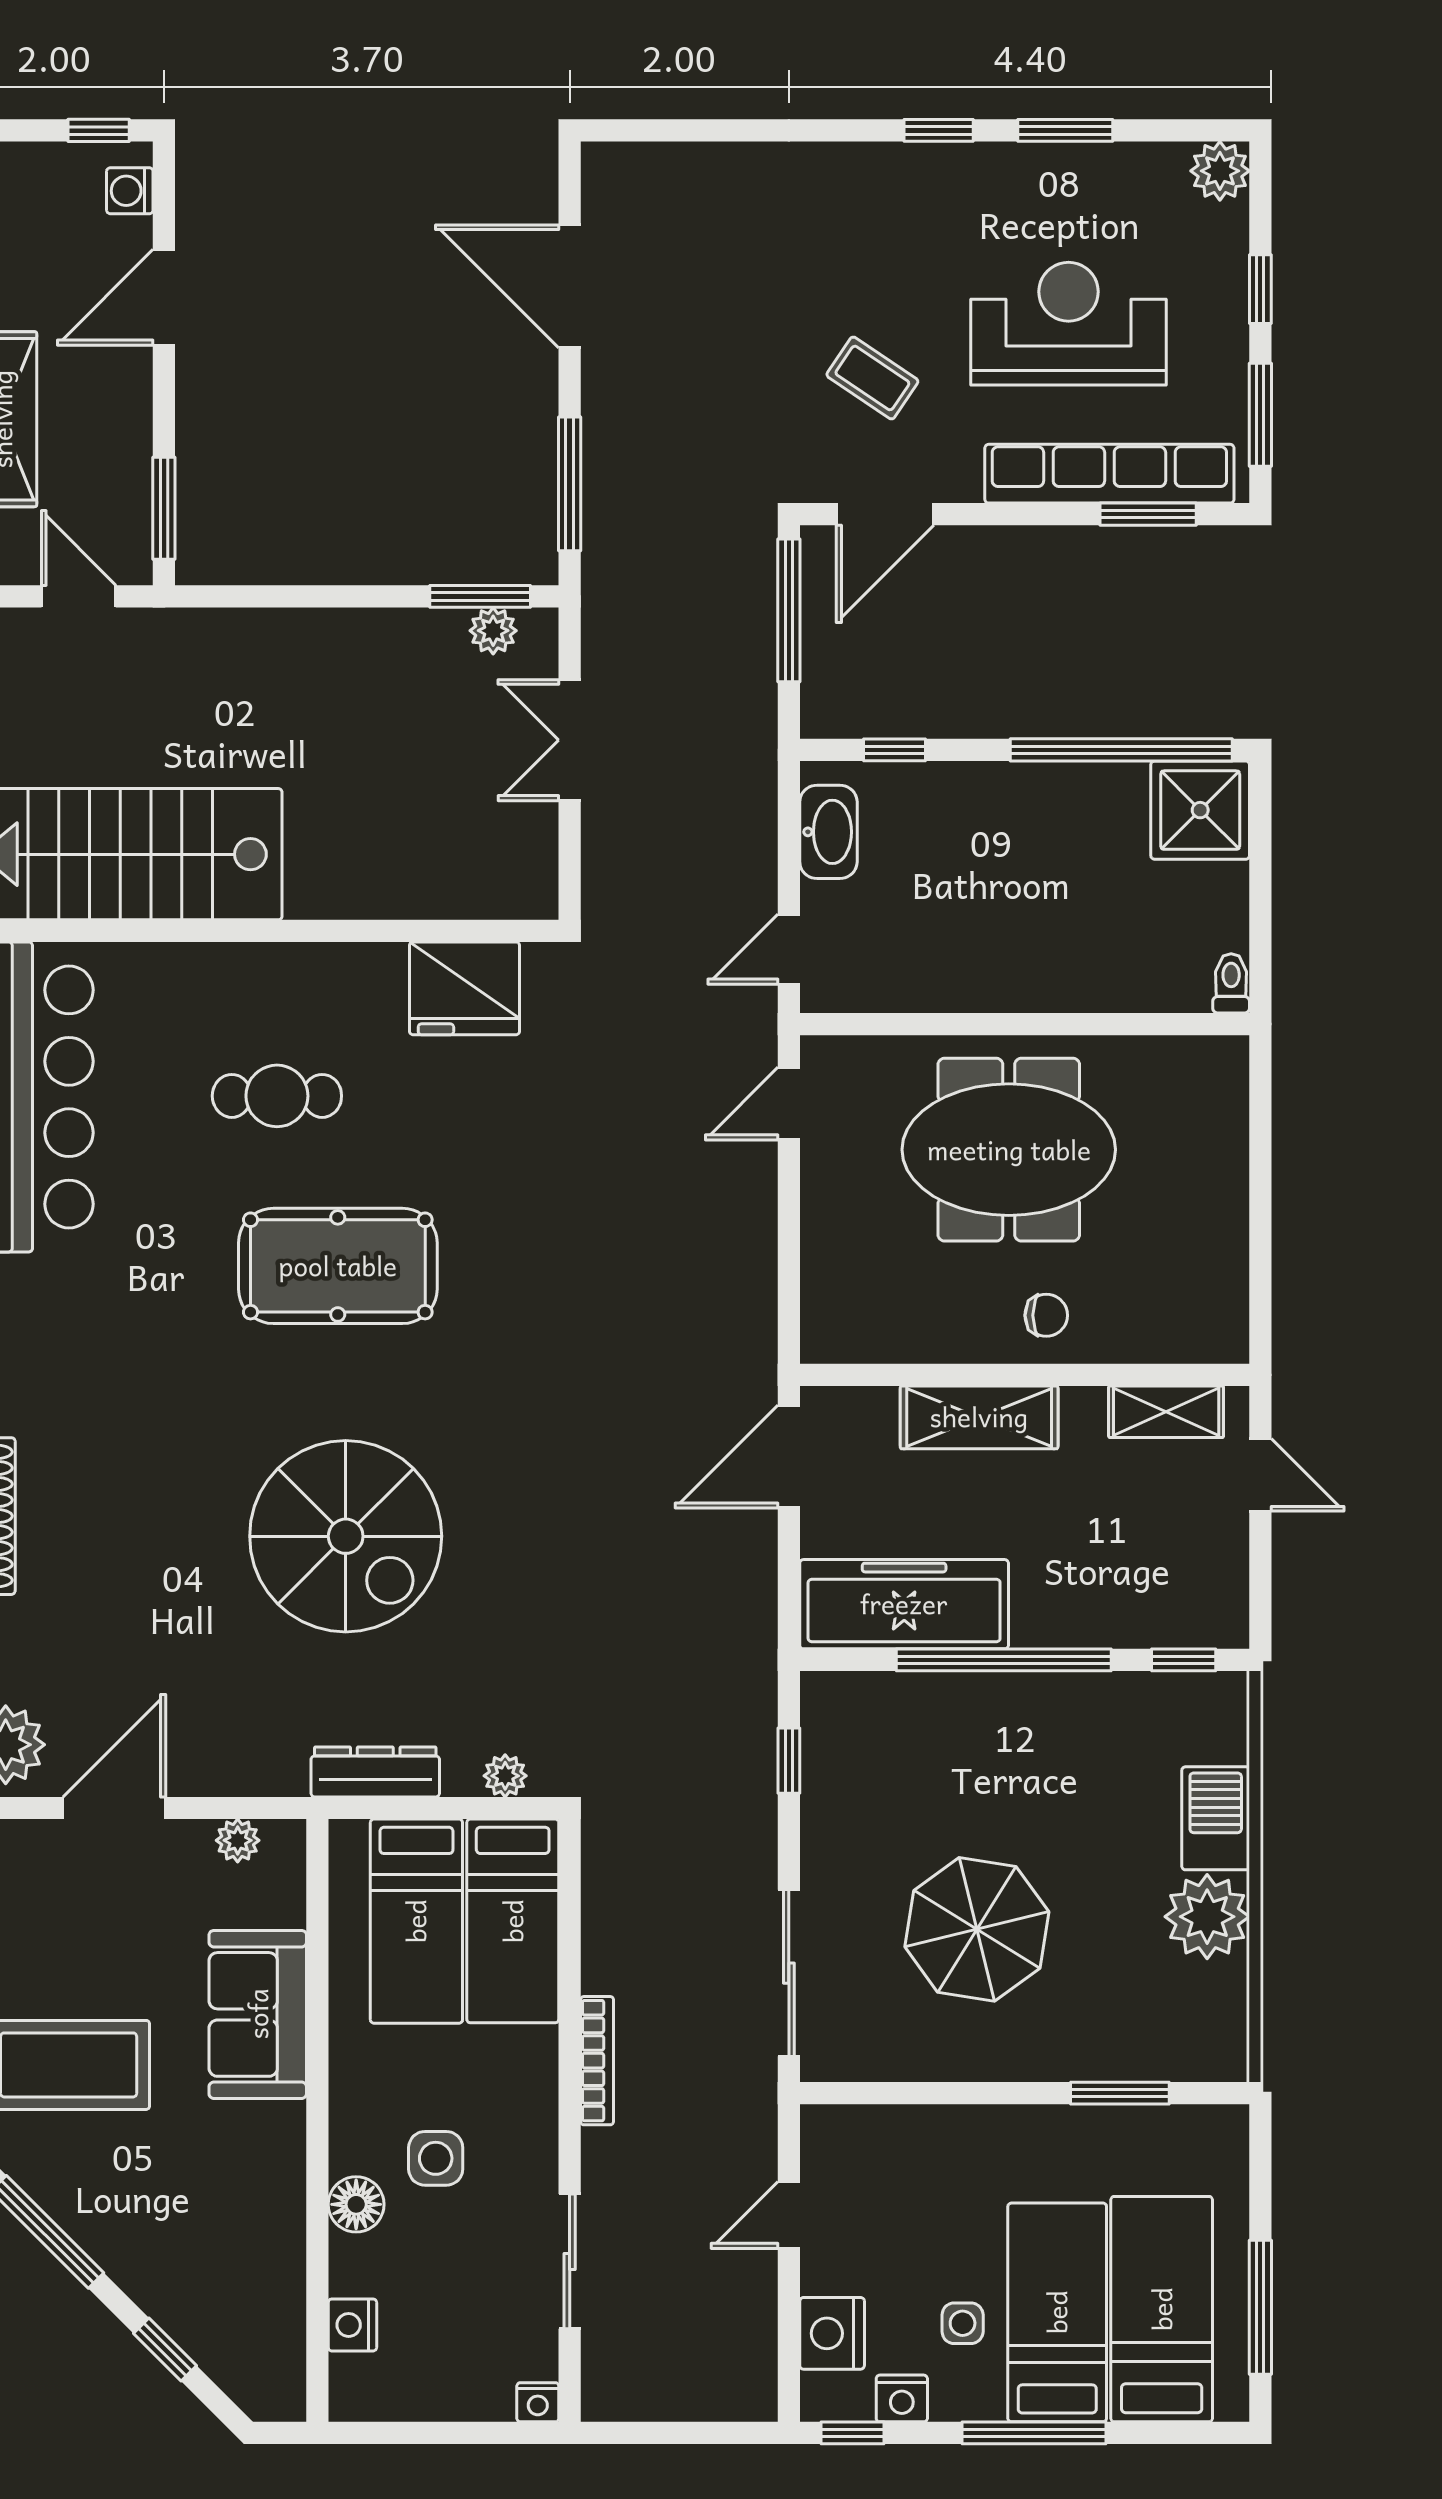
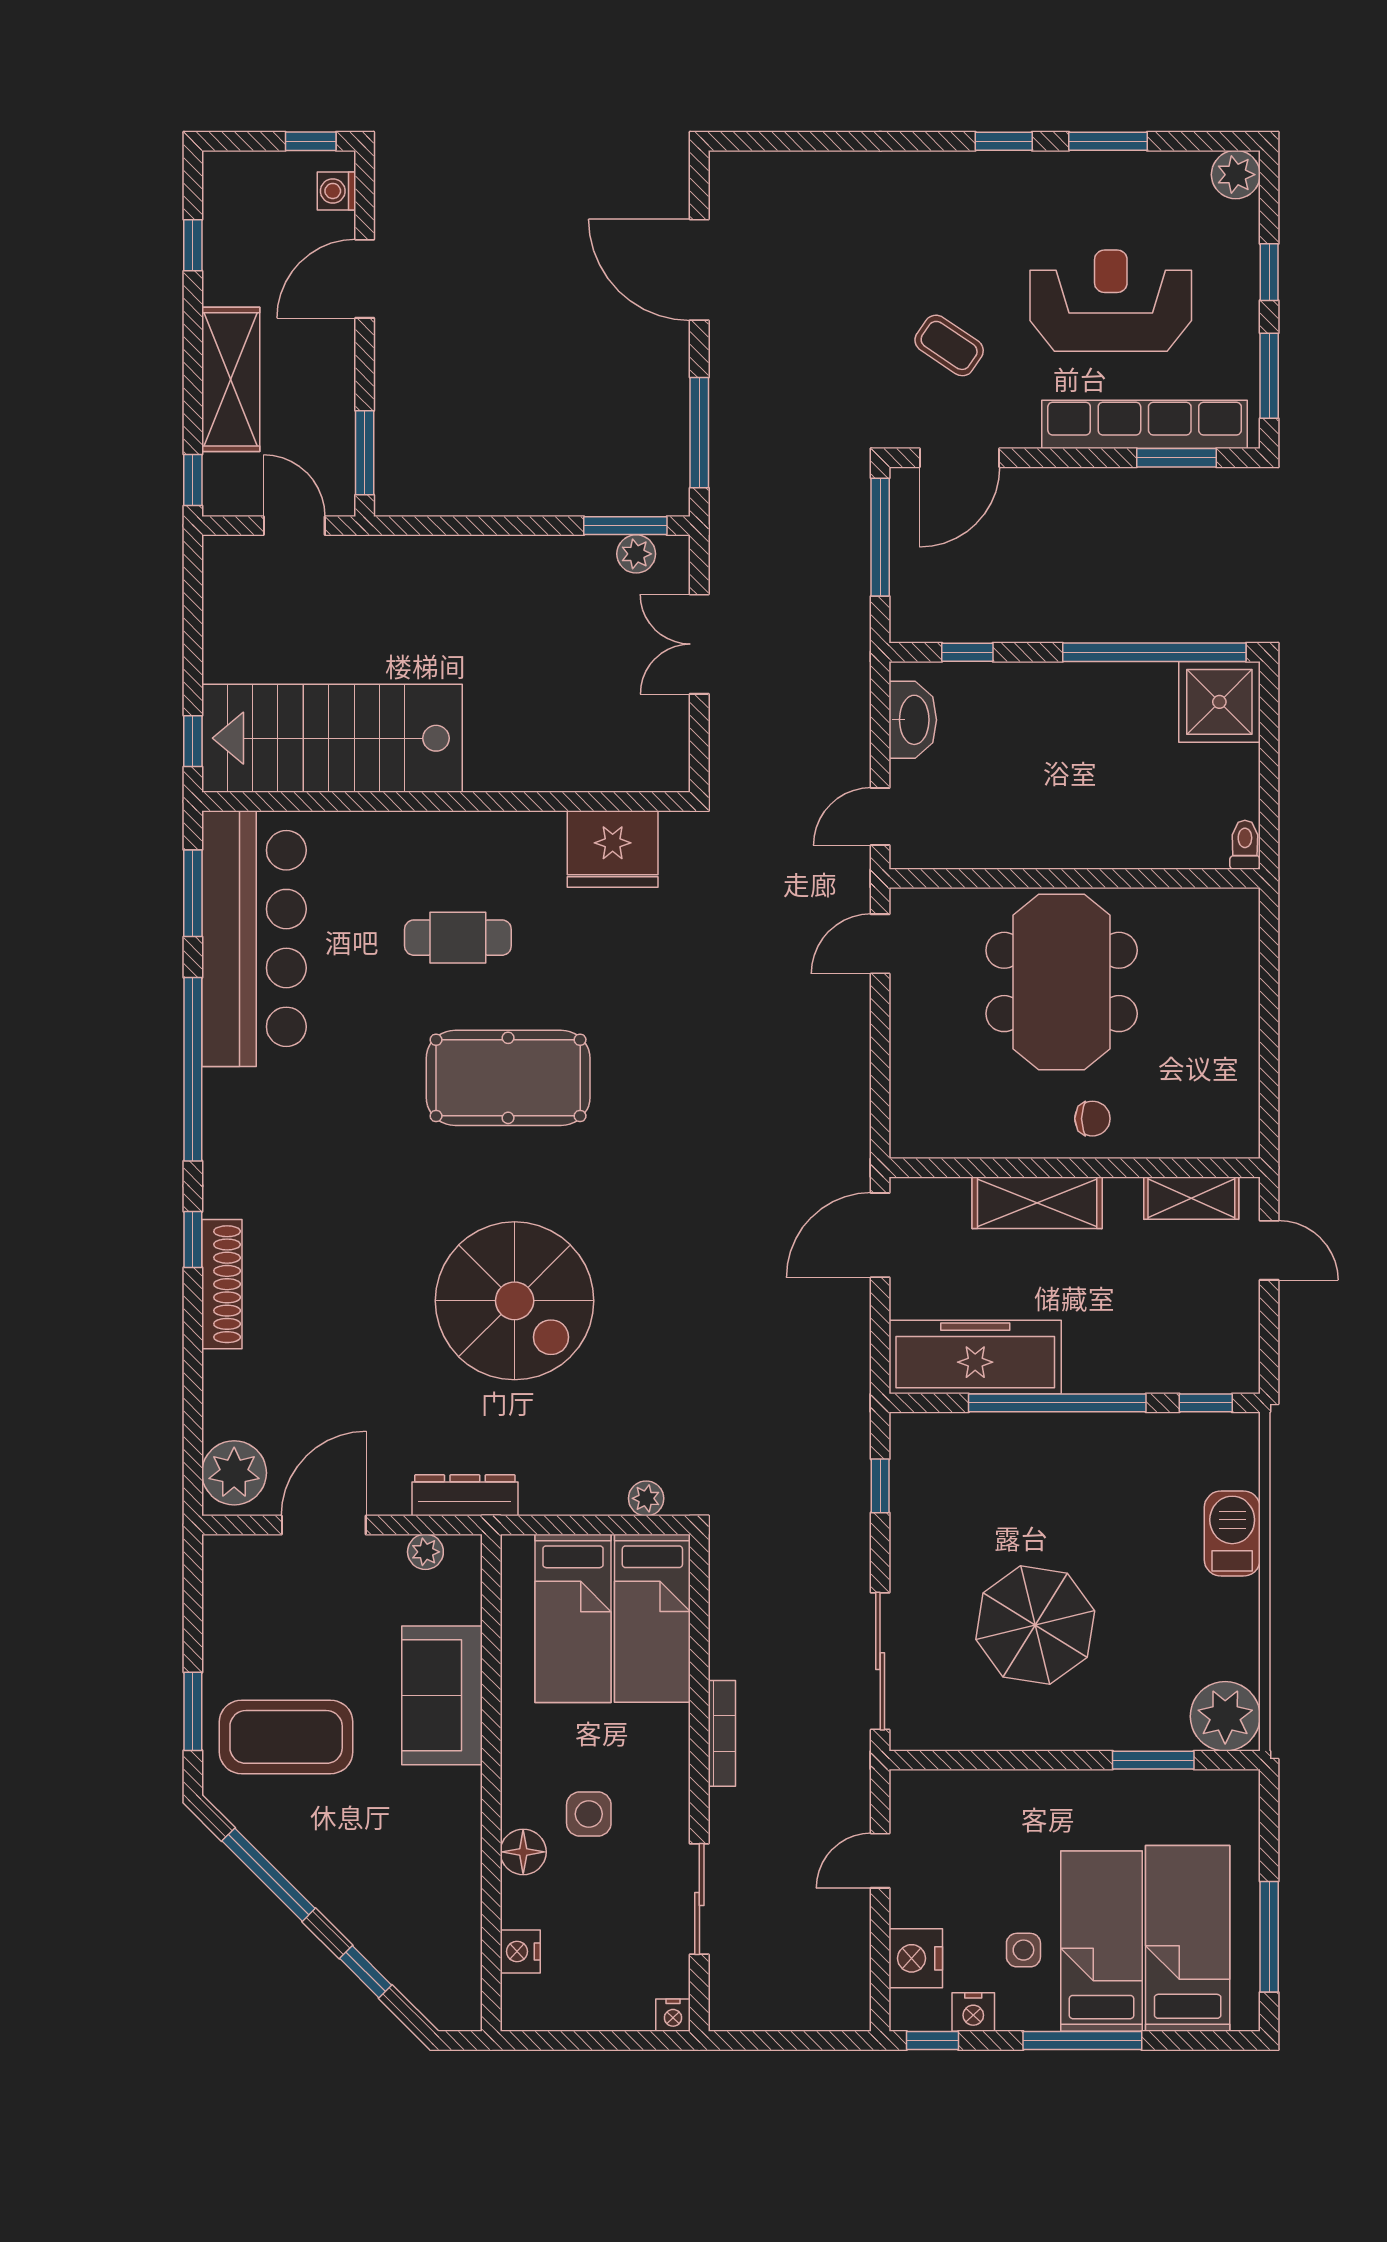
meeting table: (1009, 1150) -> (1062, 982), turned 90
dresser: (375, 1772) -> (465, 1495), moved
plant: (1207, 1917) -> (1225, 1716), moved

